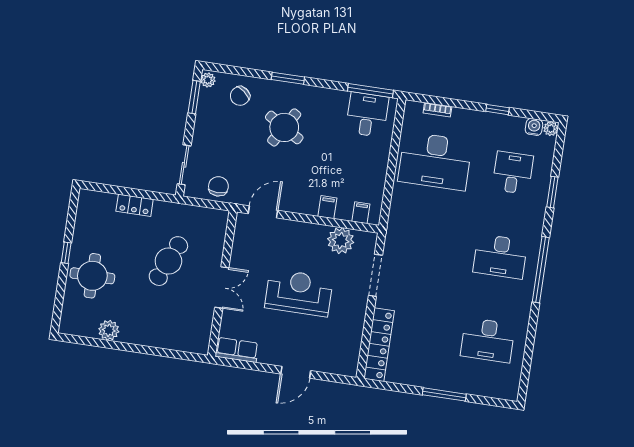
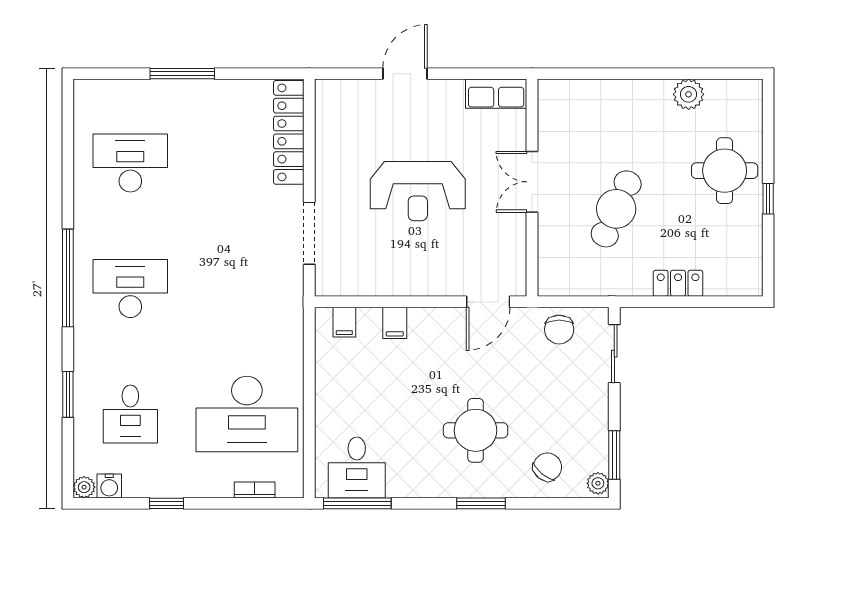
round table: (284, 127) -> (476, 430), turned -31
desk: (435, 161) -> (247, 414), turned 180
plant: (341, 241) -> (368, 277), removed

